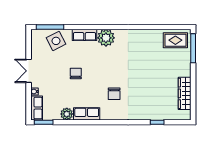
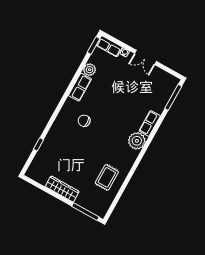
rug: (175, 40) -> (107, 177), moved
side table: (56, 41) -> (158, 96), removed
double door: (29, 71) -> (146, 57), swing flipped
chair: (76, 74) -> (120, 97), removed
wardrobe: (185, 93) -> (62, 189), moved

